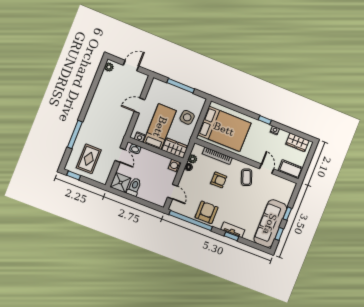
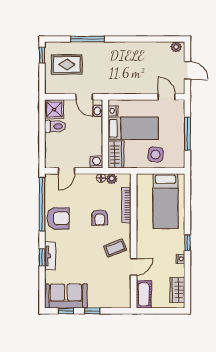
door: (140, 106) -> (167, 97), moved
bed: (224, 129) -> (165, 201), width x0.67
door: (120, 155) -> (84, 97), hinge flipped
sofa: (270, 224) -> (66, 296), width x0.73

